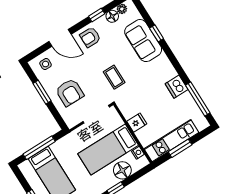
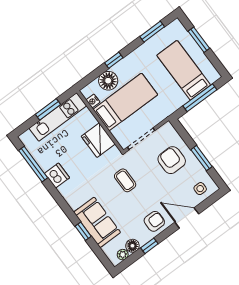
fridge: (137, 123) -> (98, 140), width x1.88, depth x1.34

